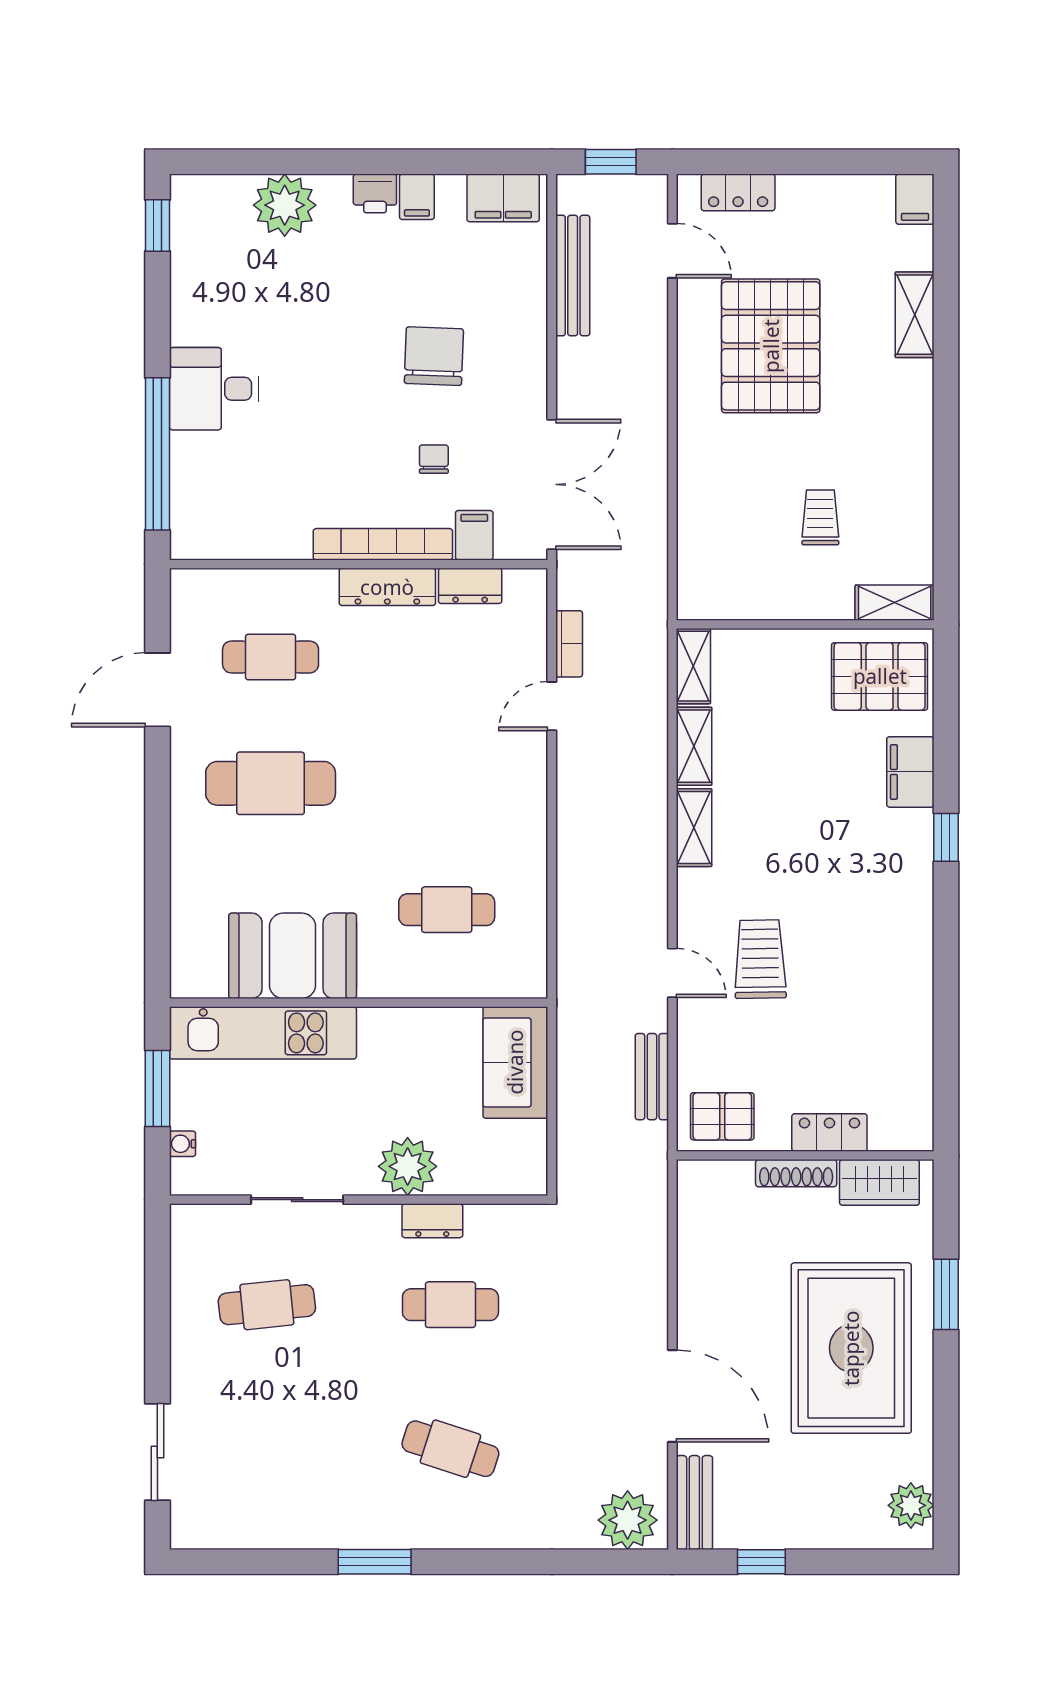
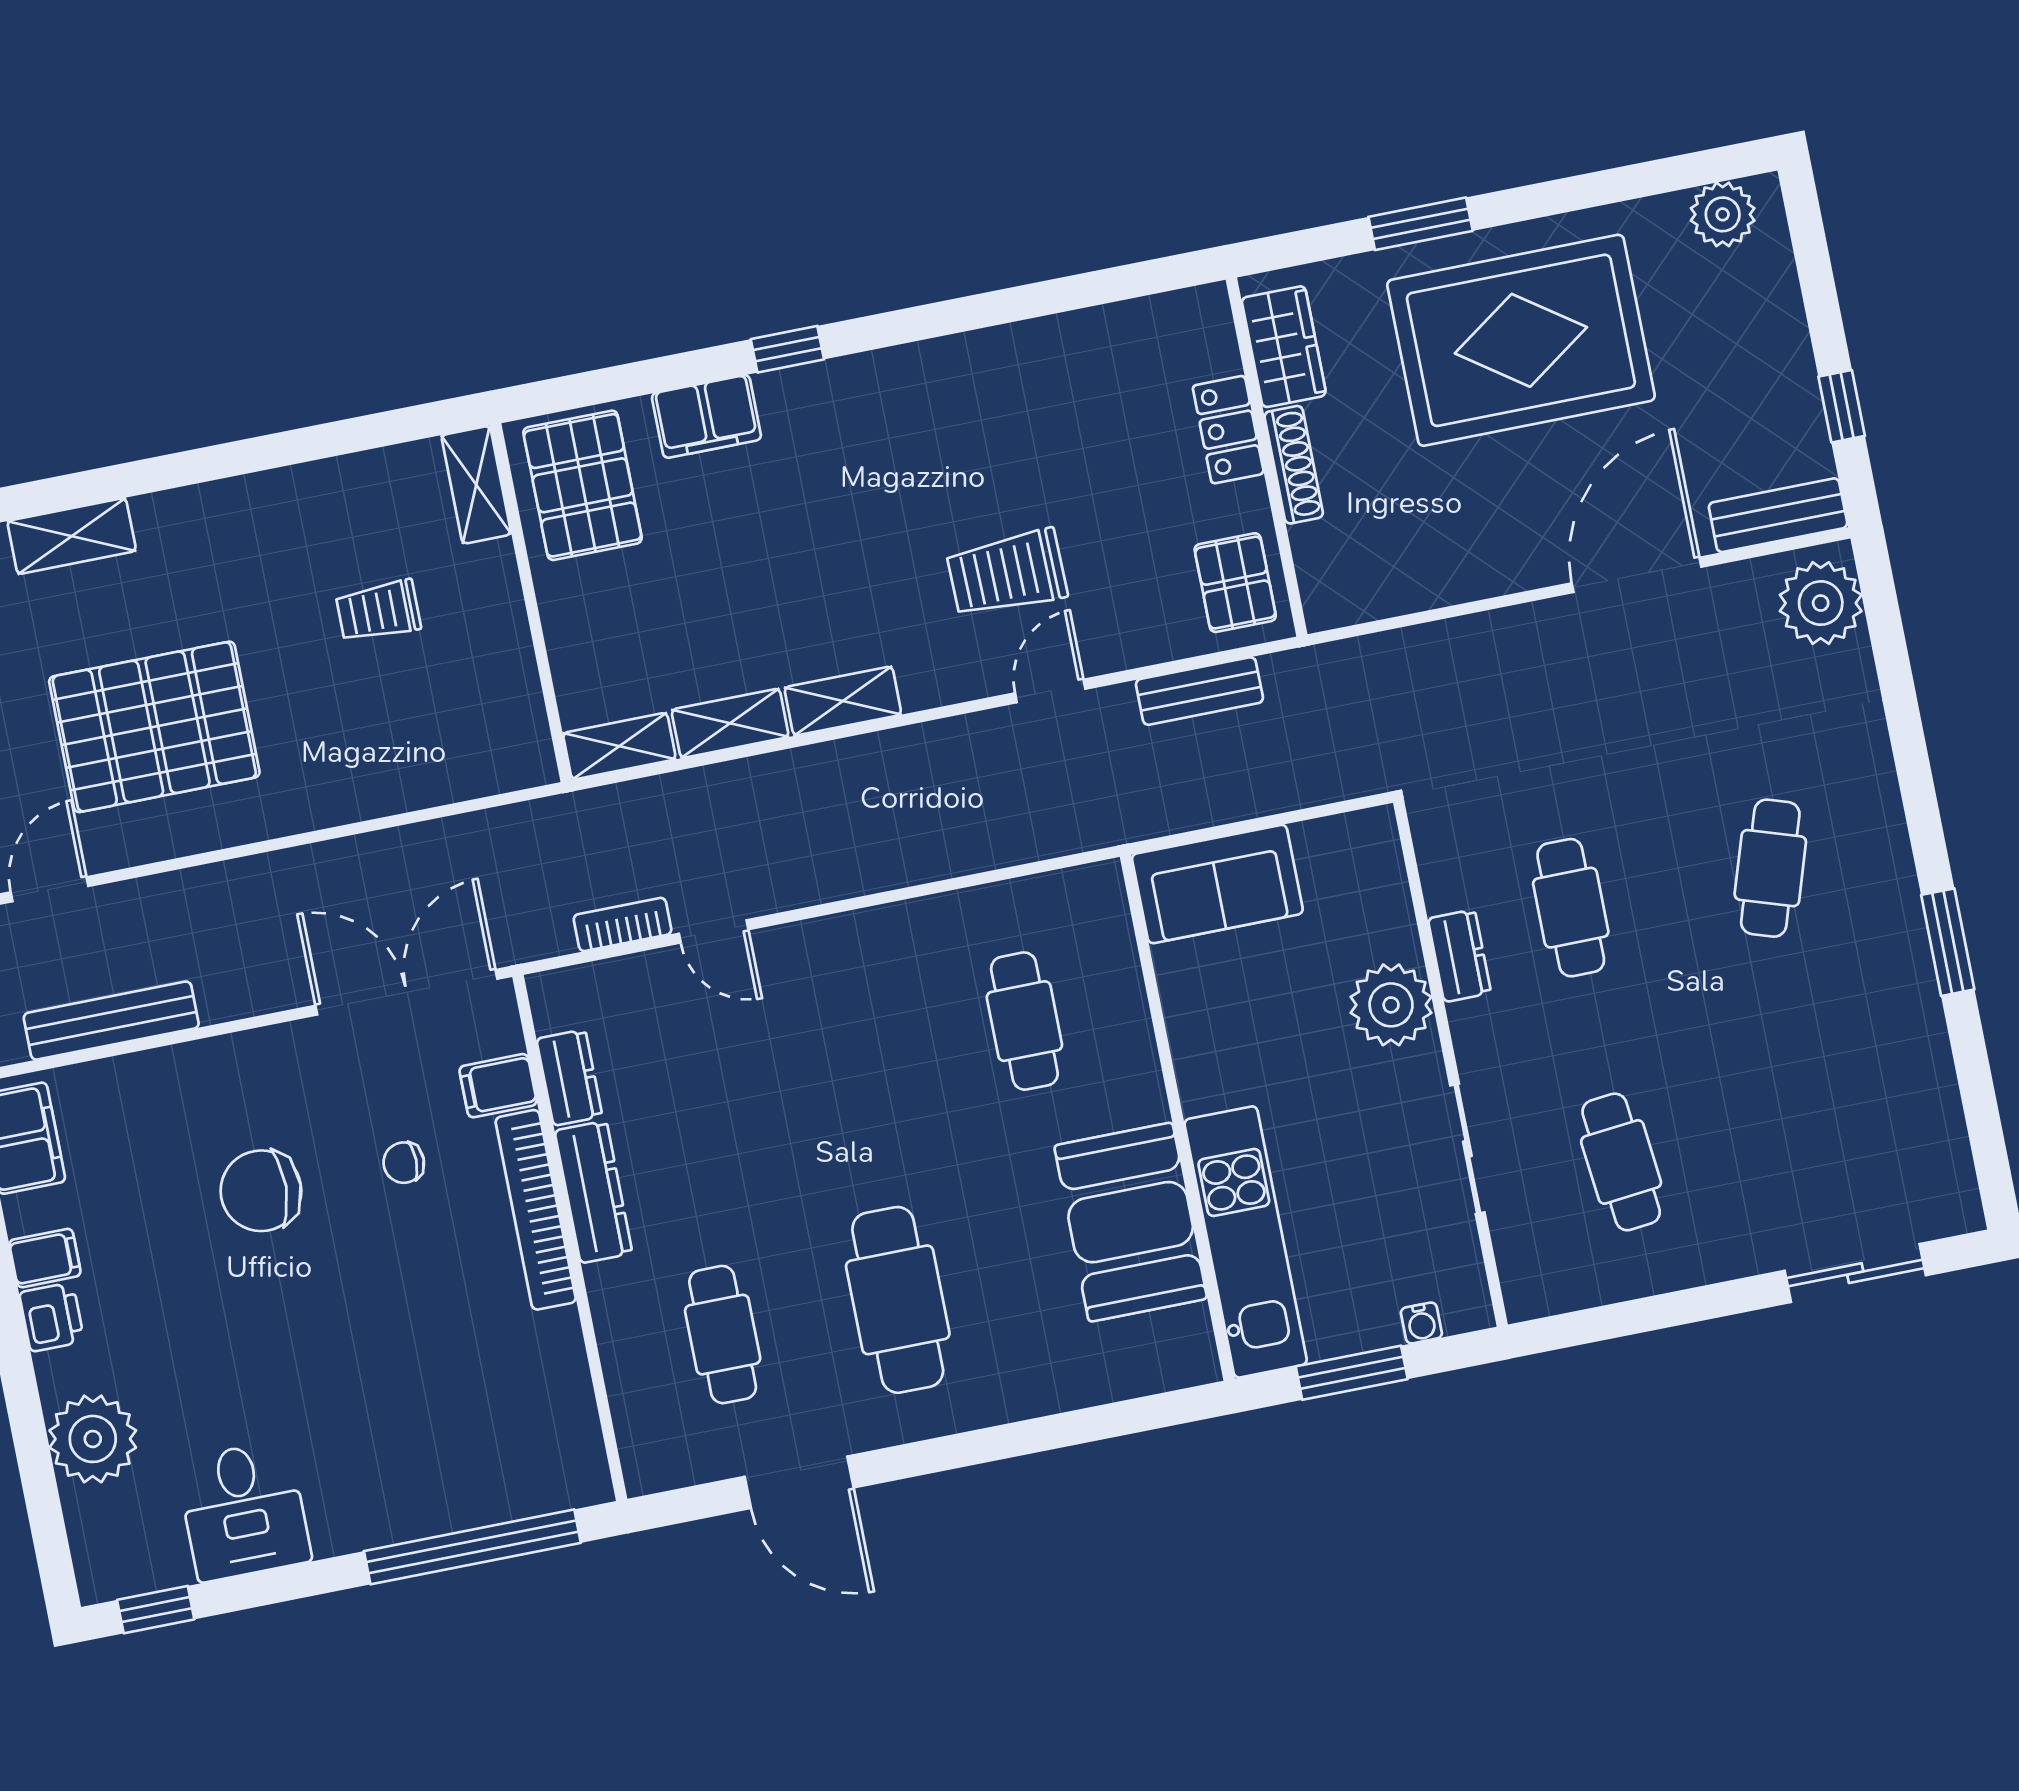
desk: (214, 389) -> (244, 1511), moved

